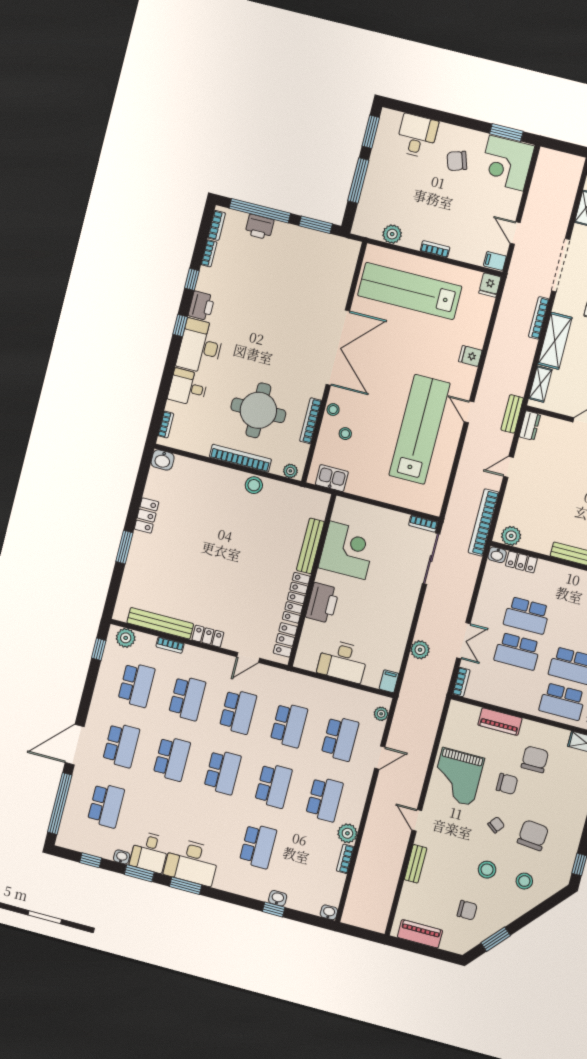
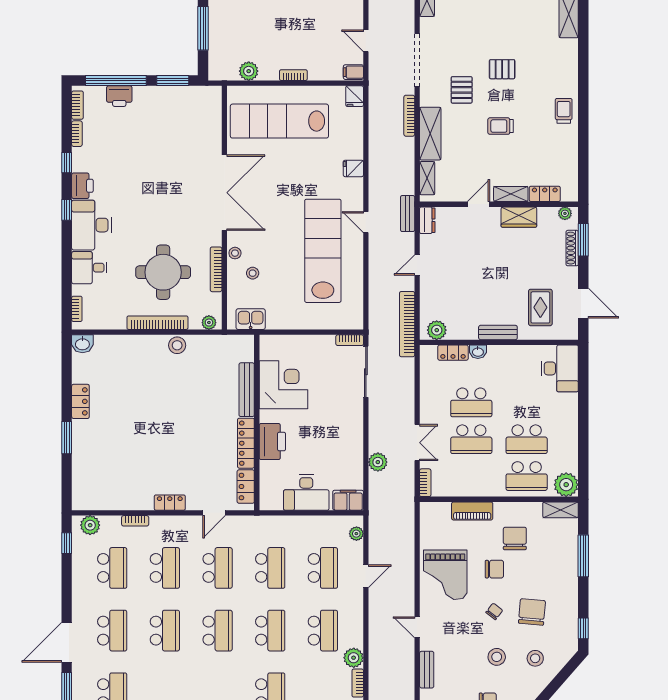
washbasin: (497, 555) -> (478, 352), moved
bench: (160, 623) -> (120, 502), removed
filing cabinet: (389, 681) -> (348, 500), width x2.00

